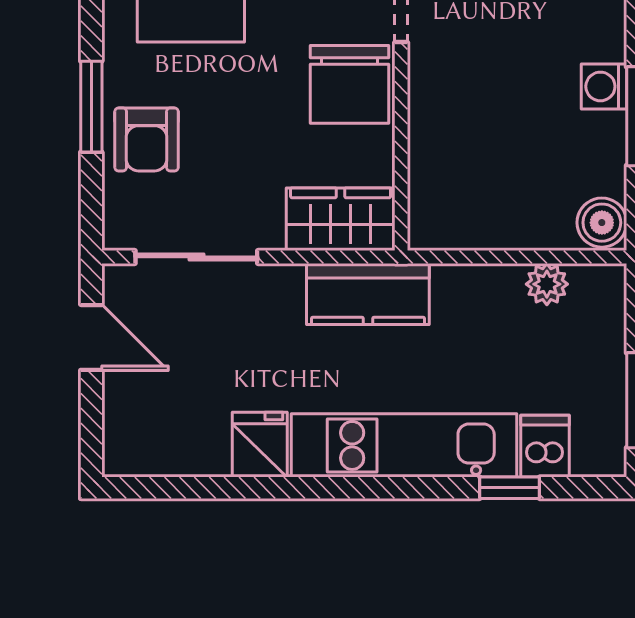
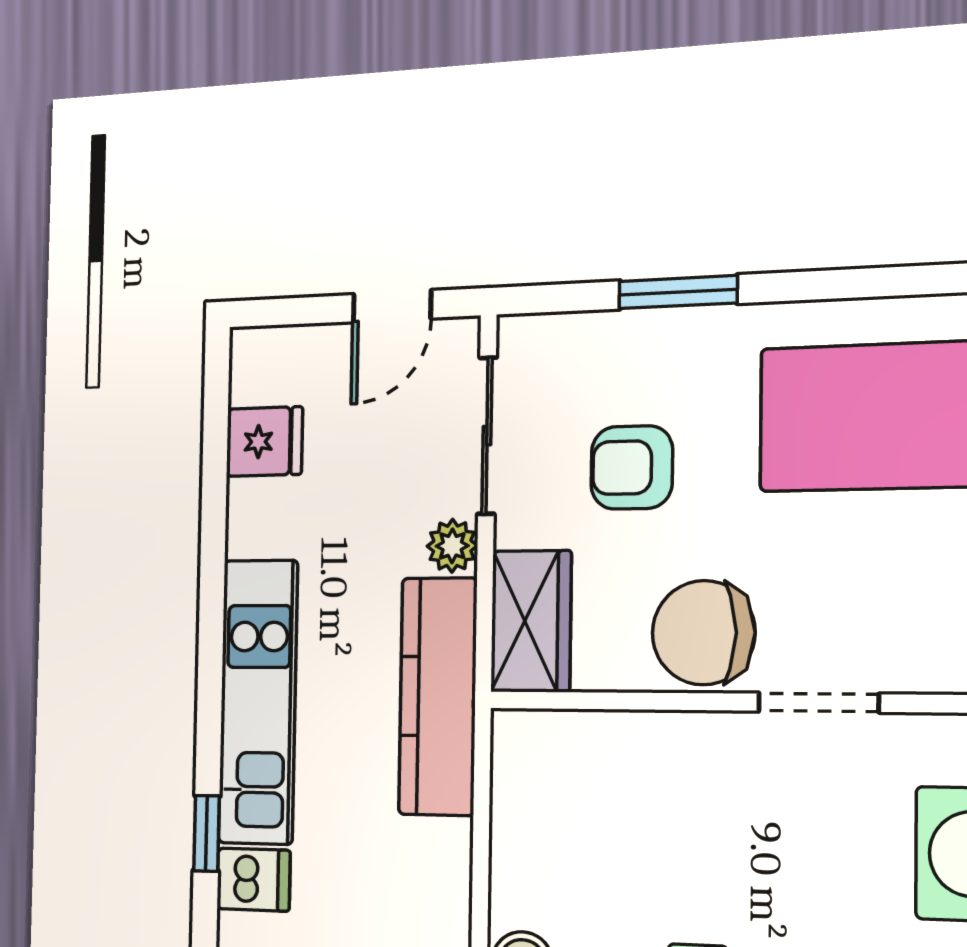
armchair: (147, 139) -> (632, 467), moved
plant: (547, 284) -> (452, 546), moved
kitchen counter: (368, 294) -> (438, 696), width x1.50
fridge: (260, 445) -> (264, 442), moved

